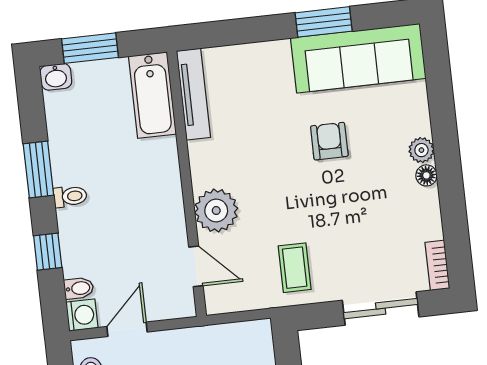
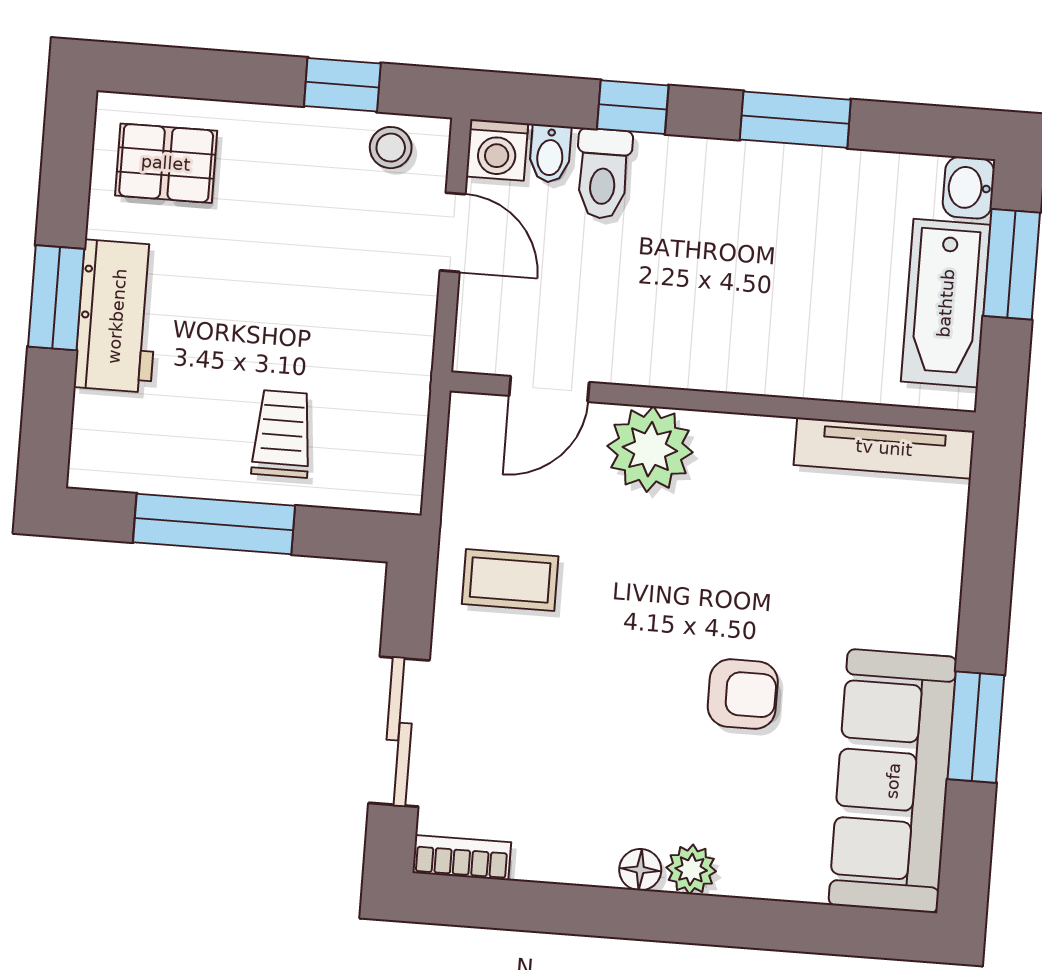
bathtub: (152, 95) -> (946, 303), moved, turned -90
toilet: (70, 196) -> (603, 174), moved, width x1.37, depth x1.39

